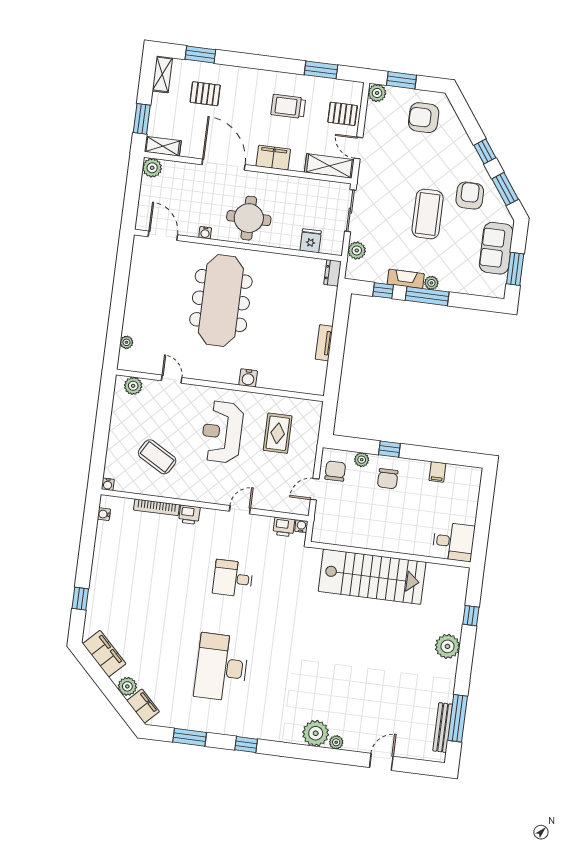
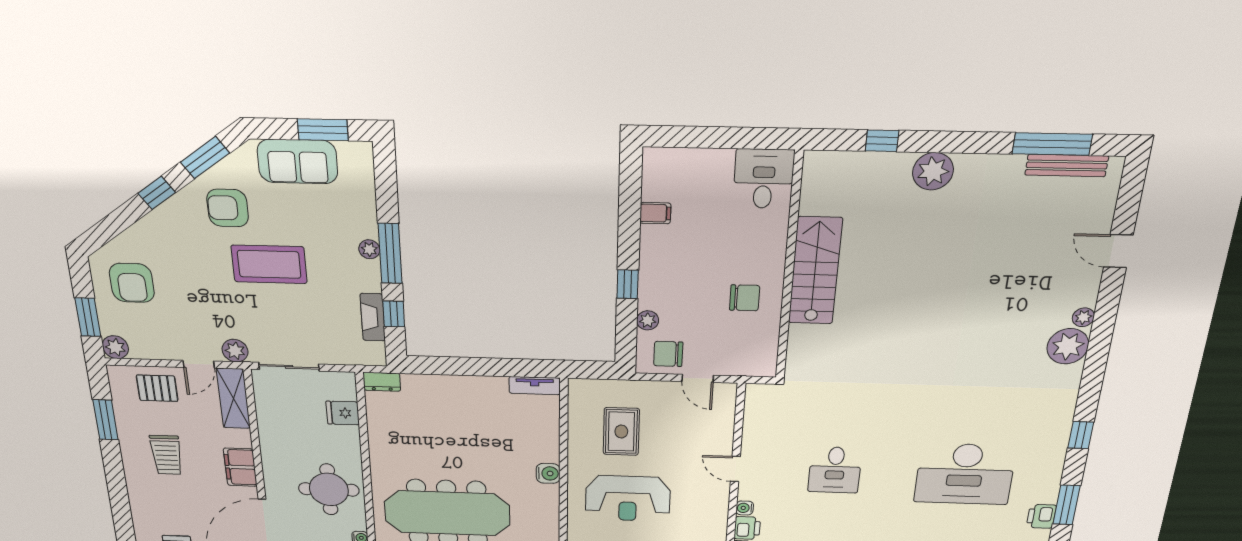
pallet: (343, 114) -> (157, 388), turned 90
plant: (357, 250) -> (235, 351), moved
fireplace: (406, 279) -> (373, 317), moved
tv unit: (324, 343) -> (535, 386), moved
rug: (278, 433) -> (621, 432), turned 90
chair: (388, 479) -> (745, 298), moved
water cooler: (301, 526) -> (745, 508), moved
printer: (284, 527) -> (1041, 516), moved, turned 180
stairs: (372, 577) -> (815, 271), width x0.73, depth x0.66

